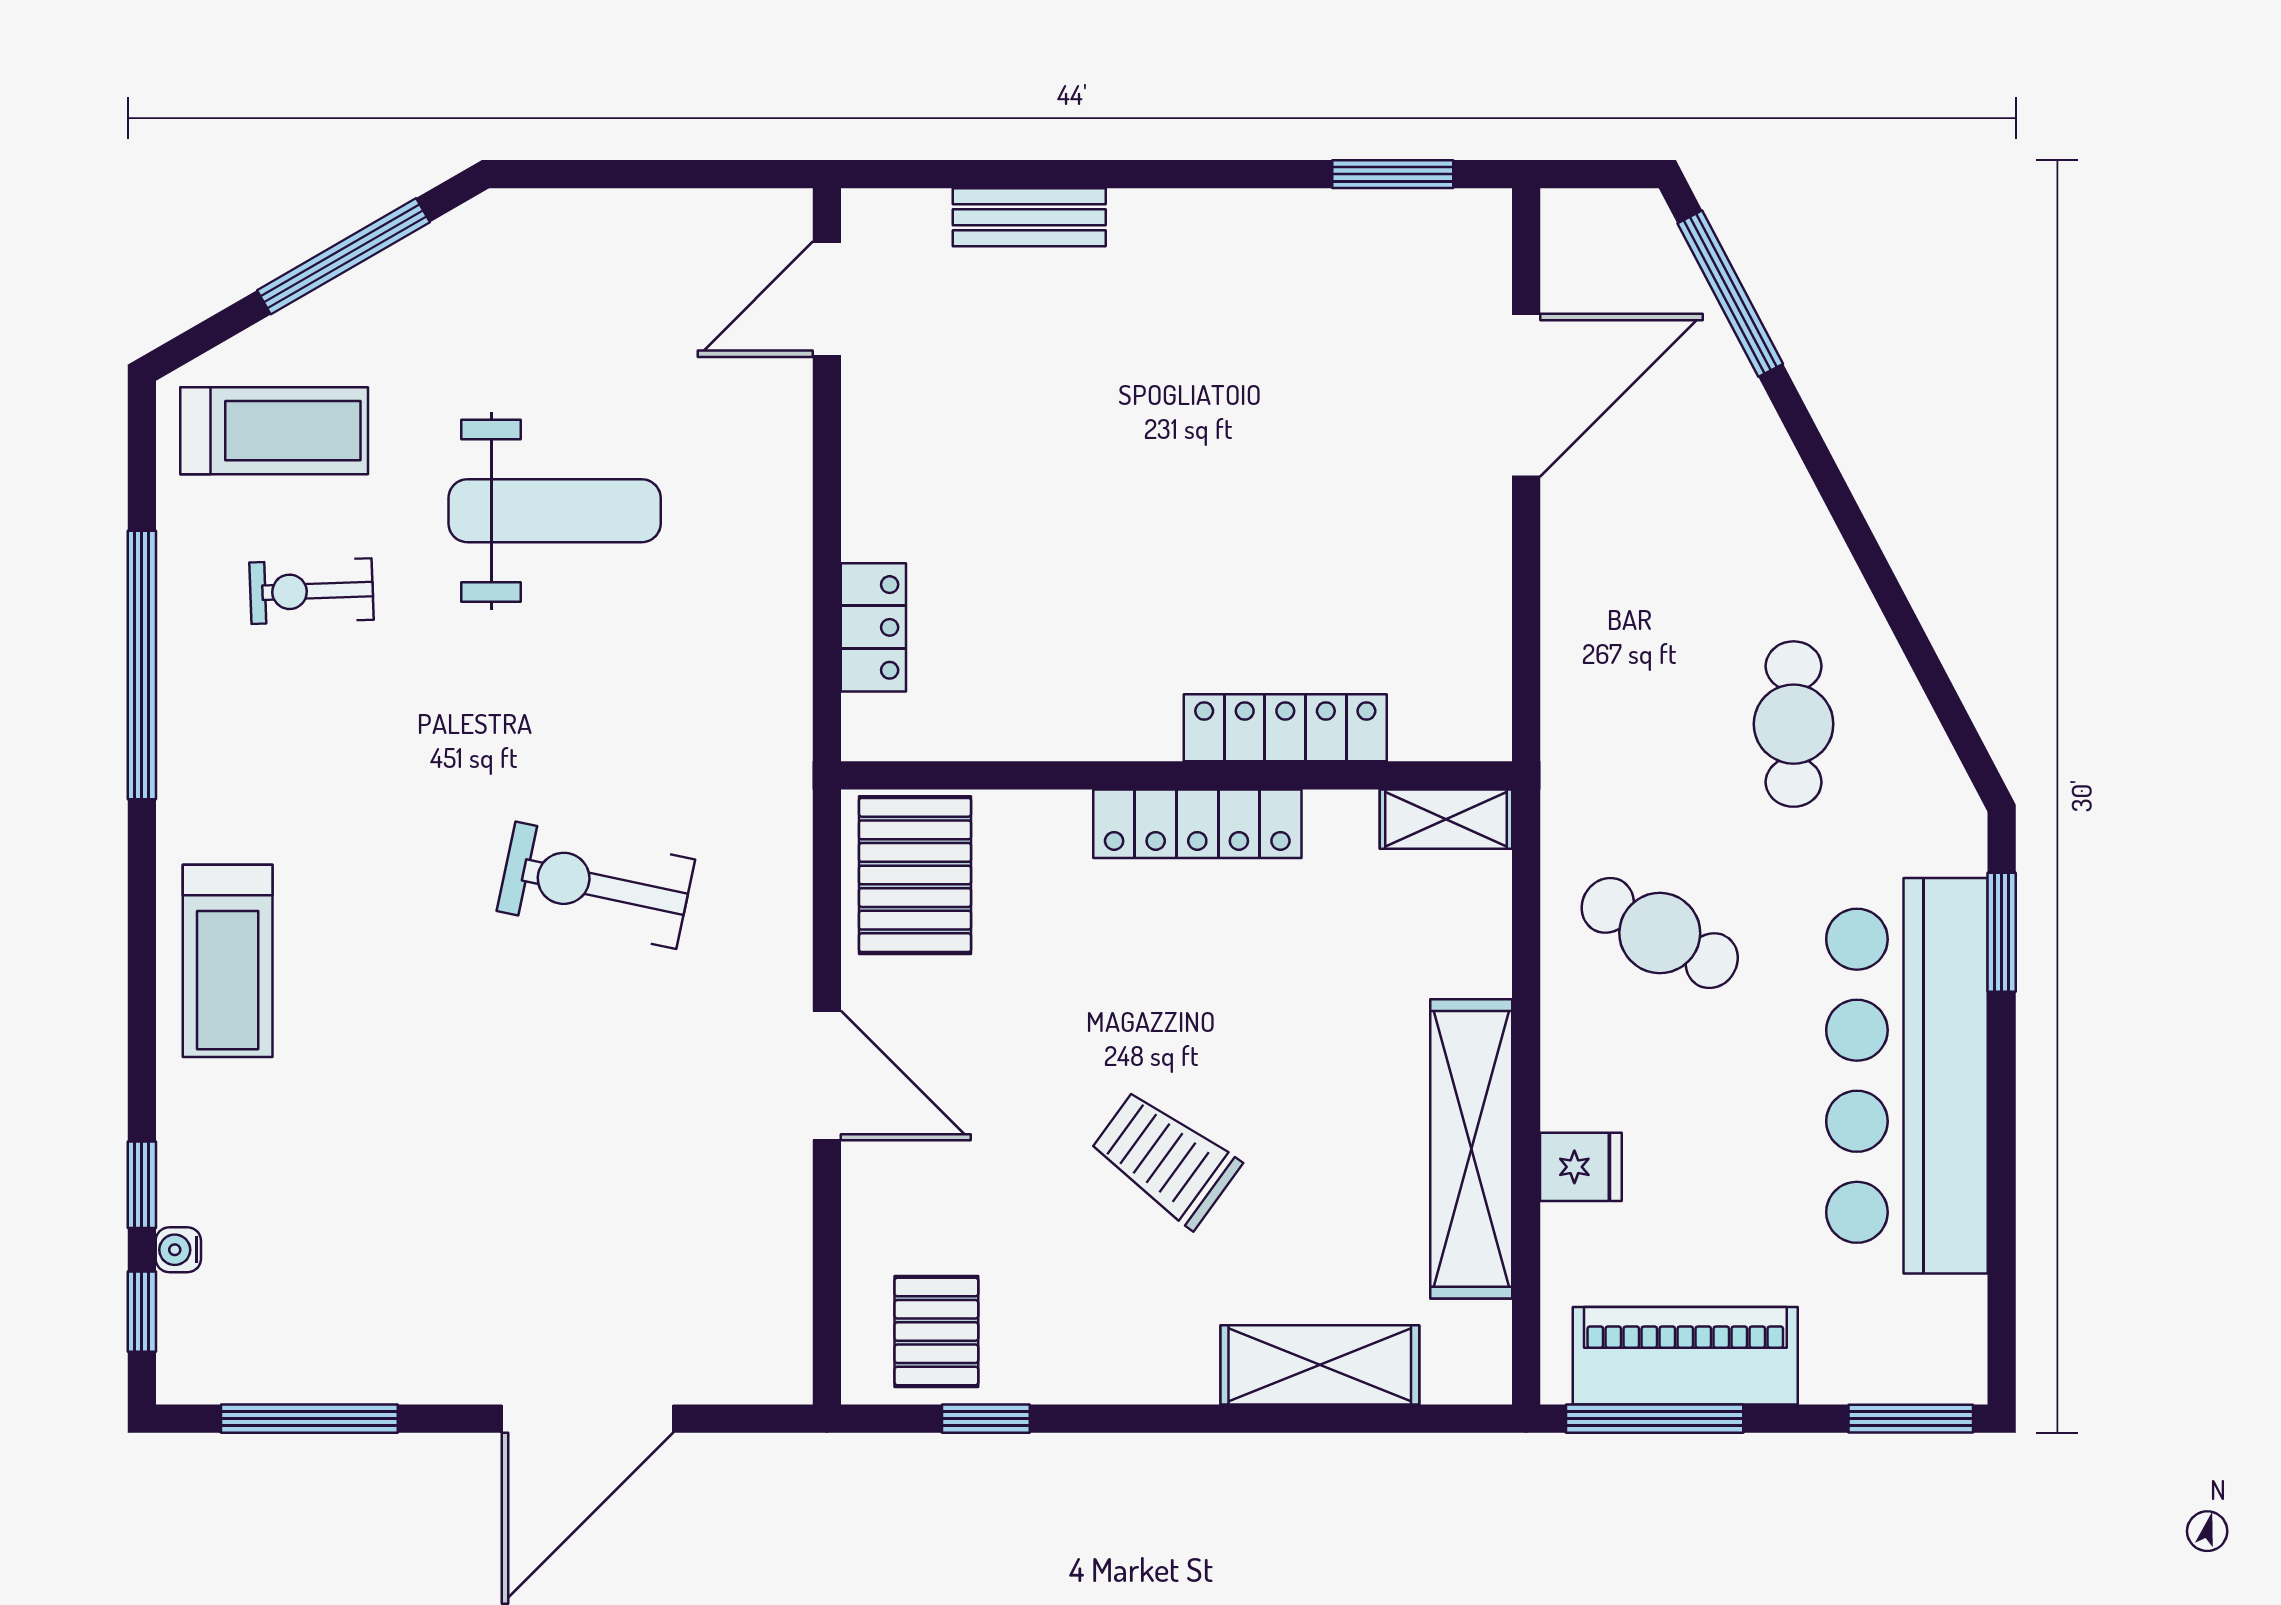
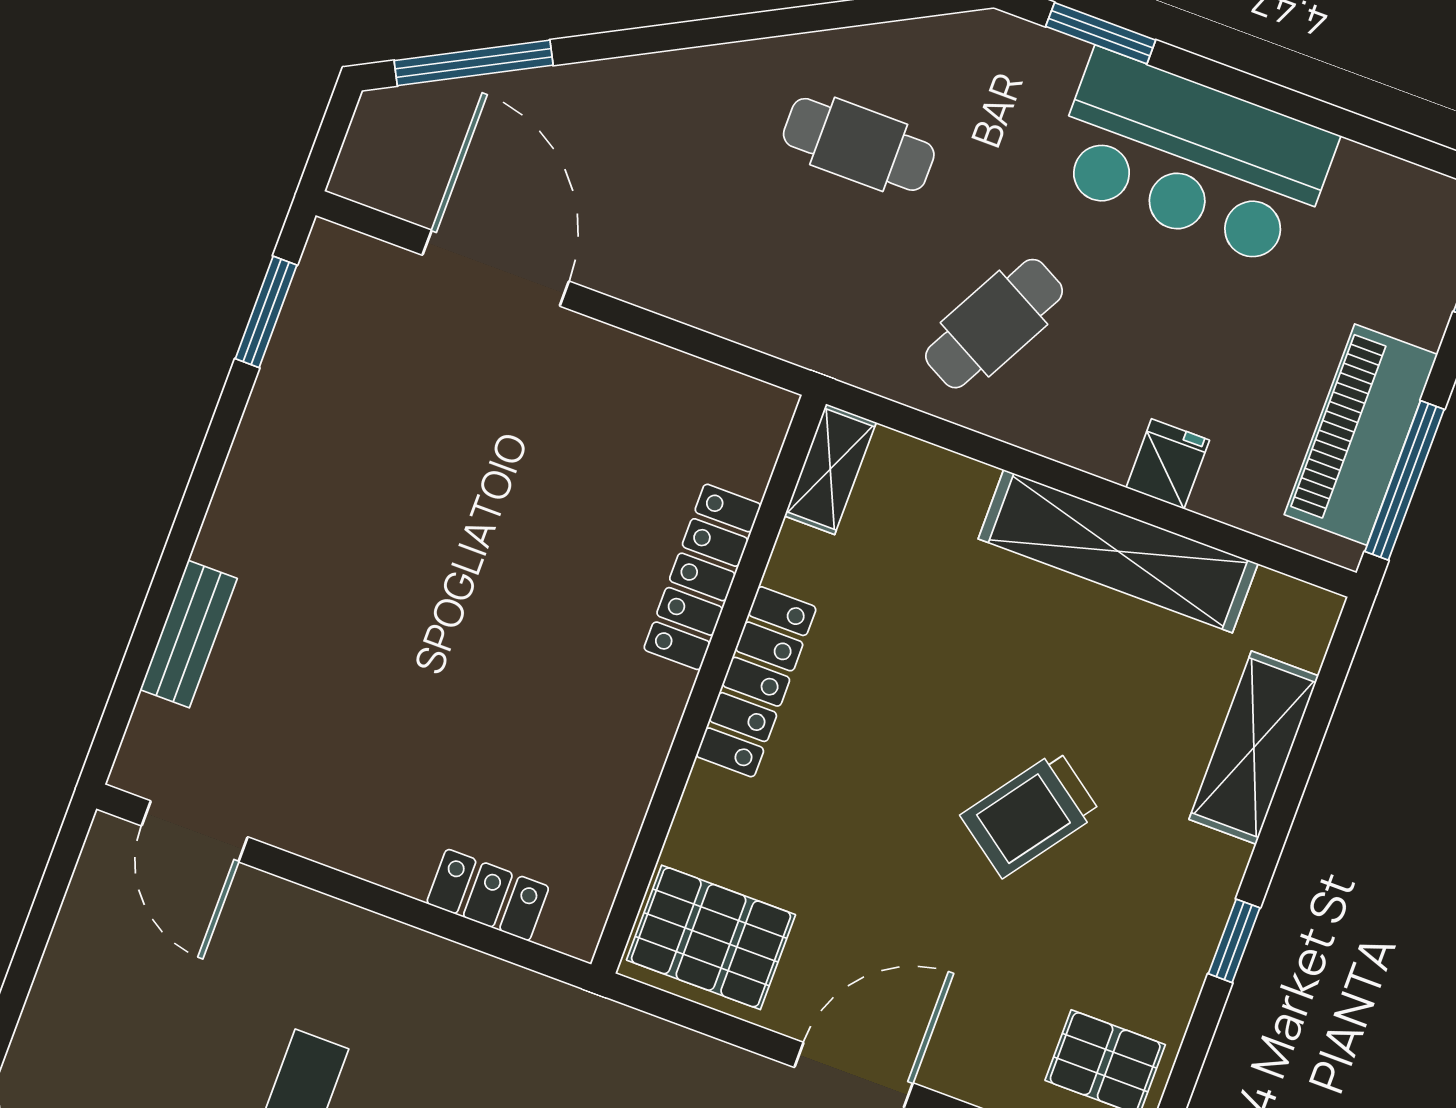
bar counter: (1907, 1076) -> (1193, 159), width x0.73
window: (986, 1419) -> (1234, 941), moved

